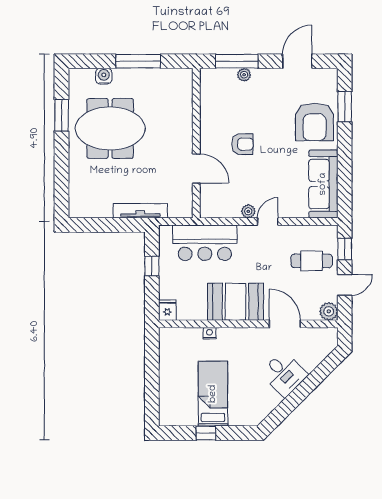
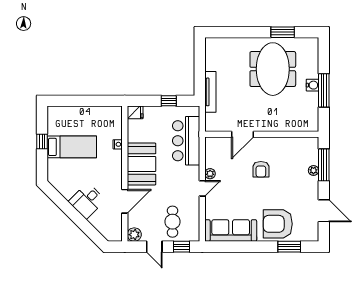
water cooler: (104, 76) -> (312, 85), moved
door: (268, 222) -> (202, 188), hinge flipped

